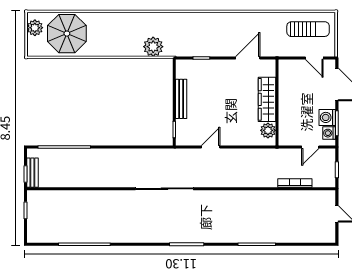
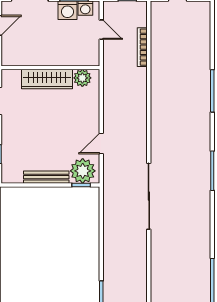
plant: (187, 131) -> (83, 171), added
door: (211, 147) -> (101, 144), hinge flipped

